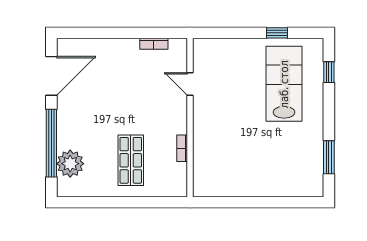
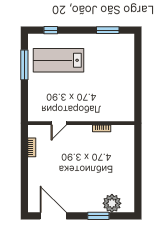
window: (277, 33) -> (24, 65), width x2.17
window: (51, 143) -> (98, 216), width x0.47
shop shelf: (131, 160) -> (110, 163), removed

